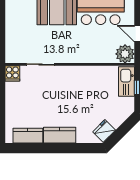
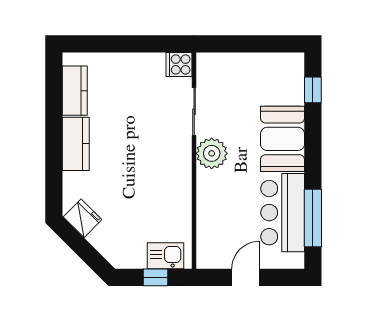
plant: (125, 54) -> (212, 153), moved
kitchen sink: (126, 82) -> (165, 256), width x0.73

